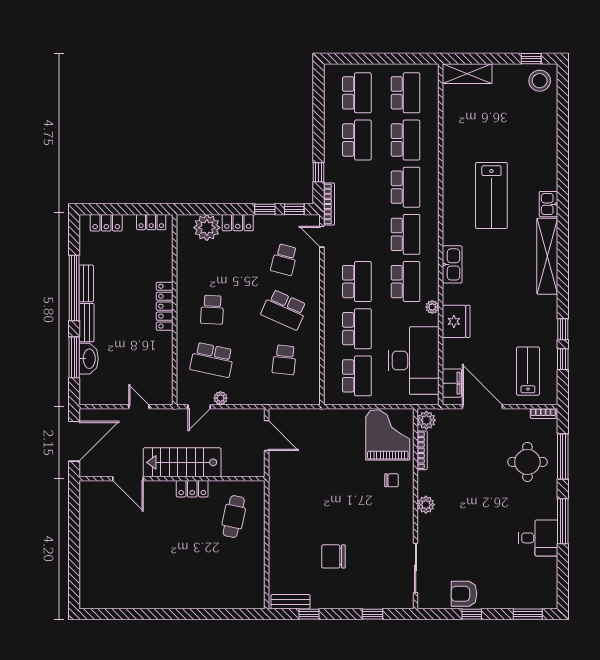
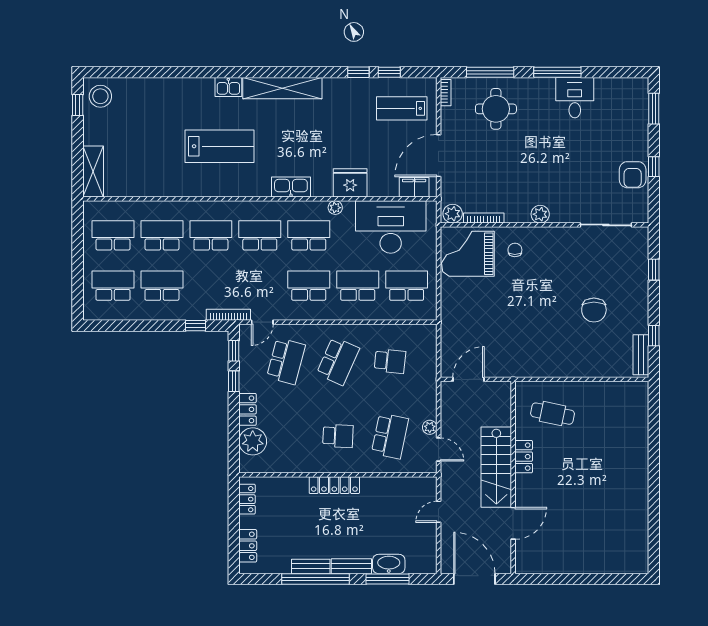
school desk: (284, 260) -> (286, 361), width x1.85

